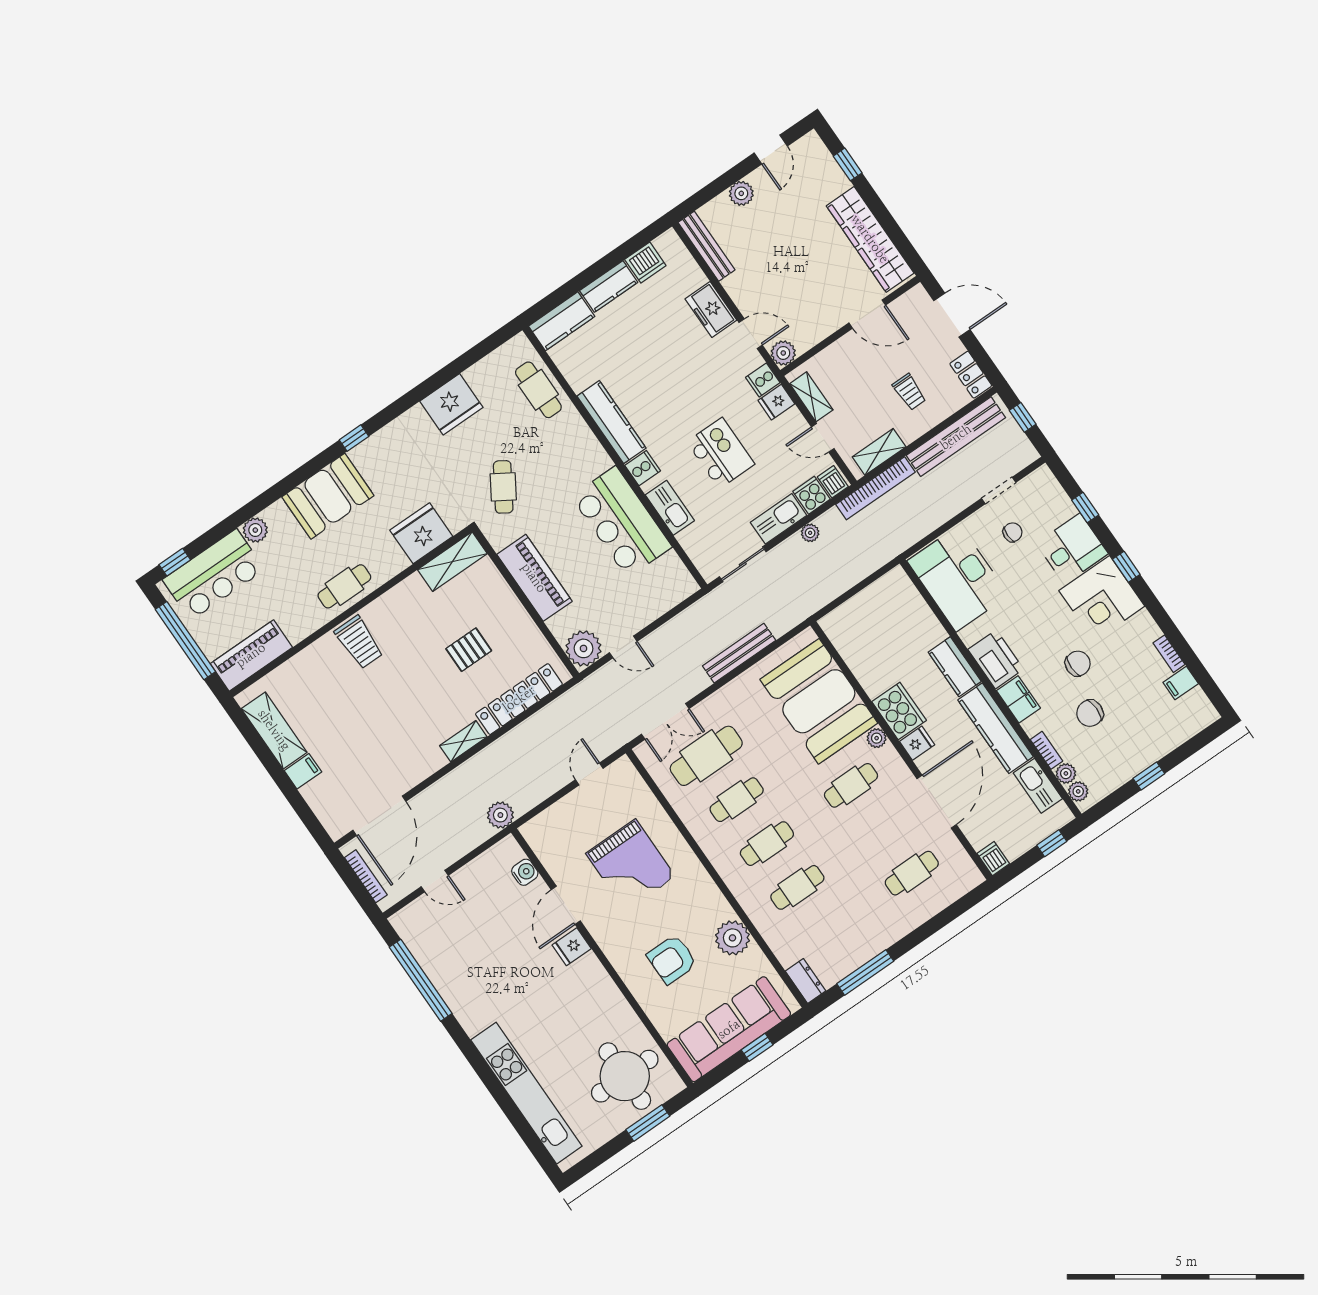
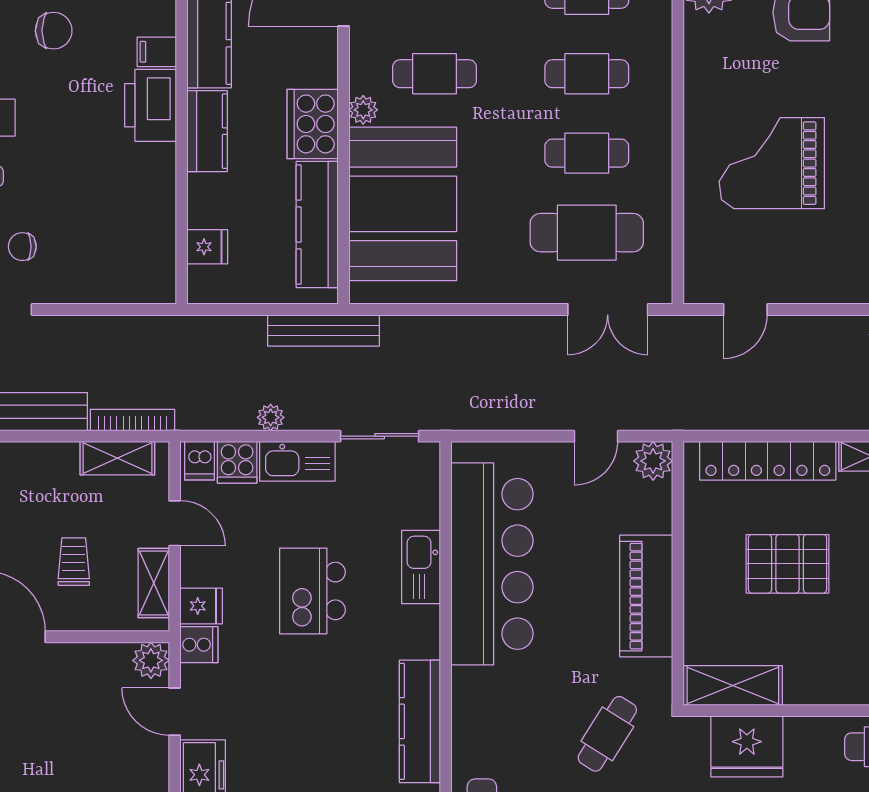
trolley: (909, 392) -> (74, 562), moved
cooker: (643, 468) -> (421, 639), removed
bookcase: (875, 488) -> (133, 420), width x0.68, depth x0.76
bar counter: (622, 522) -> (492, 564), width x1.36
desk: (958, 578) -> (128, 237), removed
door: (623, 647) -> (596, 436), swing flipped
plant: (583, 648) -> (653, 461), width x0.73, depth x0.73
pallet: (469, 650) -> (787, 564), width x1.50, depth x1.42
bench: (739, 653) -> (324, 330), moved
kitchen counter: (858, 657) -> (317, 224), added
chair: (1078, 664) -> (54, 31), turned 180
filing cabinet: (1018, 699) -> (157, 52), width x0.50
double door: (665, 721) -> (608, 309), swing flipped
fridge: (917, 743) -> (207, 247), moved, turned 180
grand piano: (631, 865) -> (772, 163), turned -90

